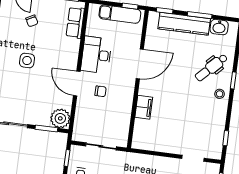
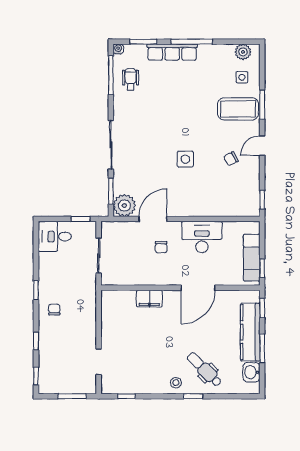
row of seats: (75, 23) -> (235, 208), removed
door: (140, 64) -> (198, 288), hinge flipped
door: (77, 84) -> (153, 219), moved

